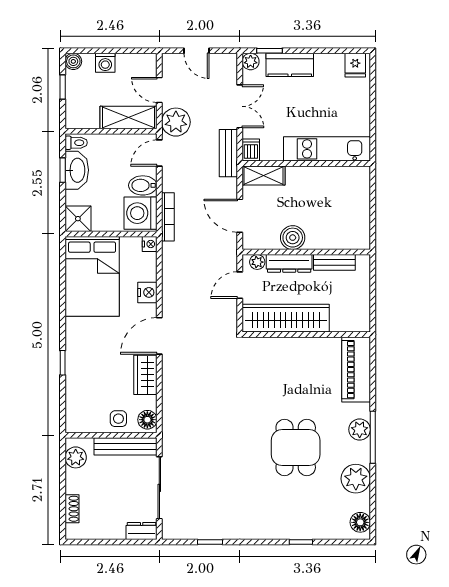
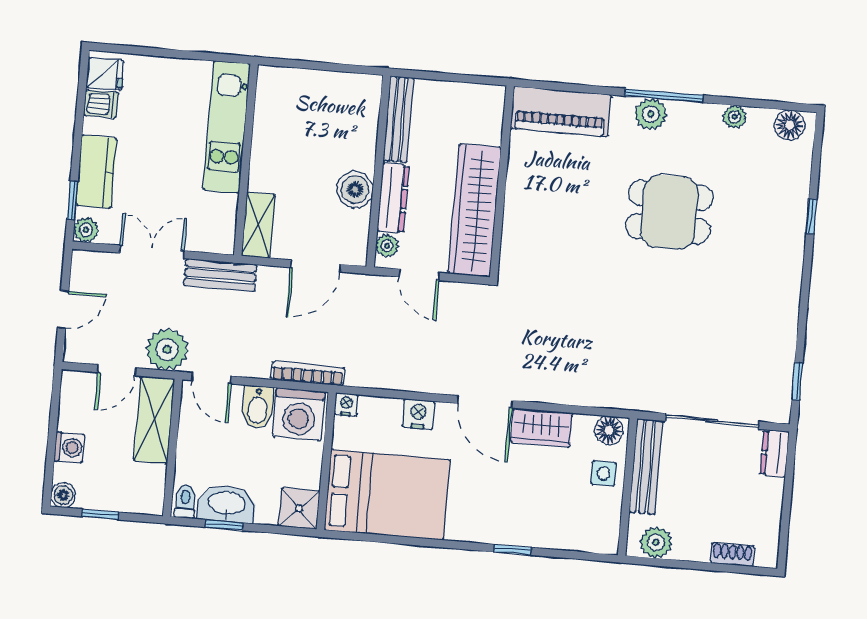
dishwasher: (251, 150) -> (101, 104), moved, turned 180
bench: (334, 262) -> (398, 119), width x1.36
plant: (356, 479) -> (735, 117), width x0.53, depth x0.53
window: (210, 542) -> (797, 381), moved

